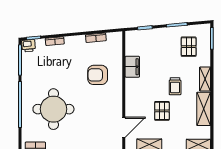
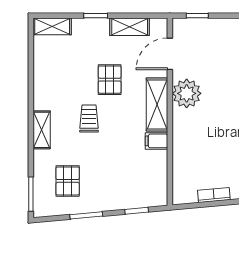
filing cabinet: (132, 67) -> (156, 141), width x0.50
armchair: (98, 75) -> (211, 136), removed
plant: (113, 102) -> (187, 93), added
shelving: (204, 109) -> (157, 105), moved

